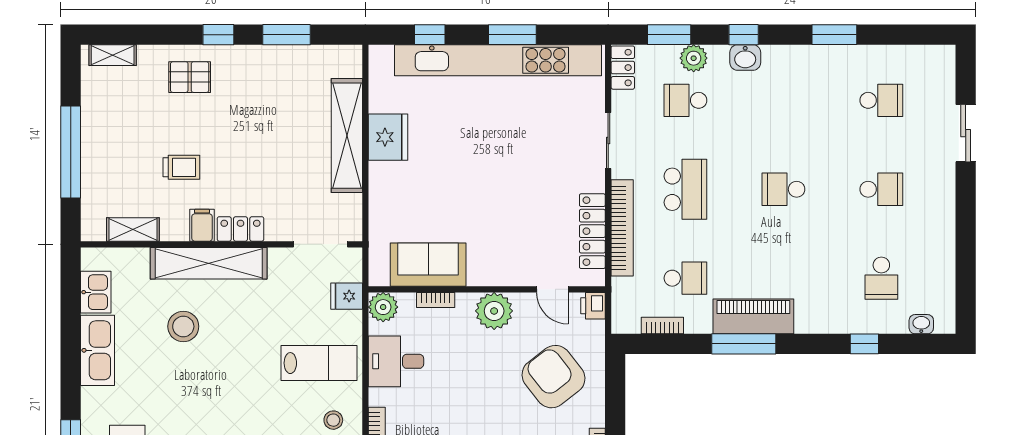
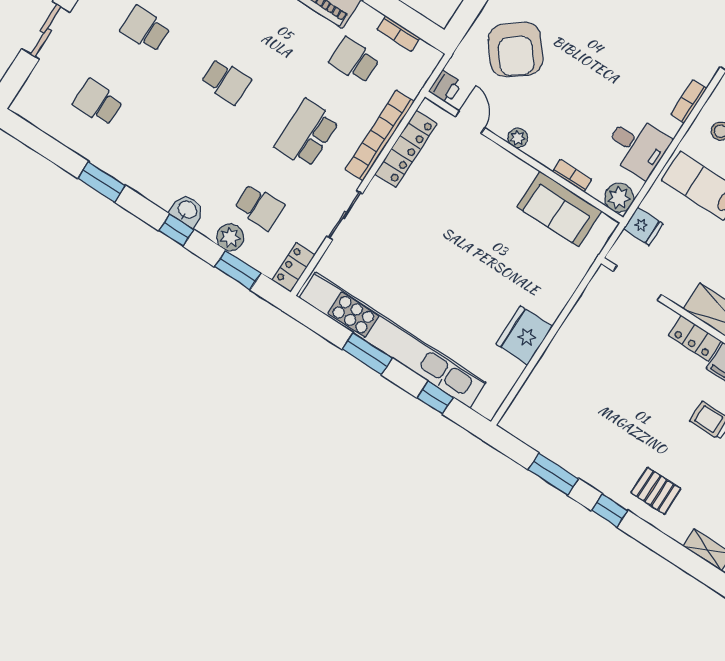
shelving: (347, 136) -> (557, 359), removed
plant: (494, 311) -> (518, 138), width x0.53, depth x0.53

